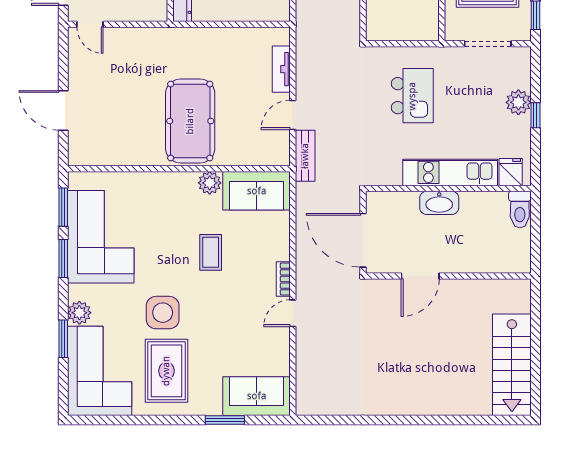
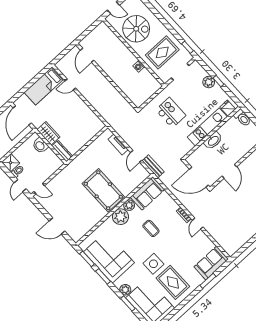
plant: (179, 189) -> (120, 217), added

